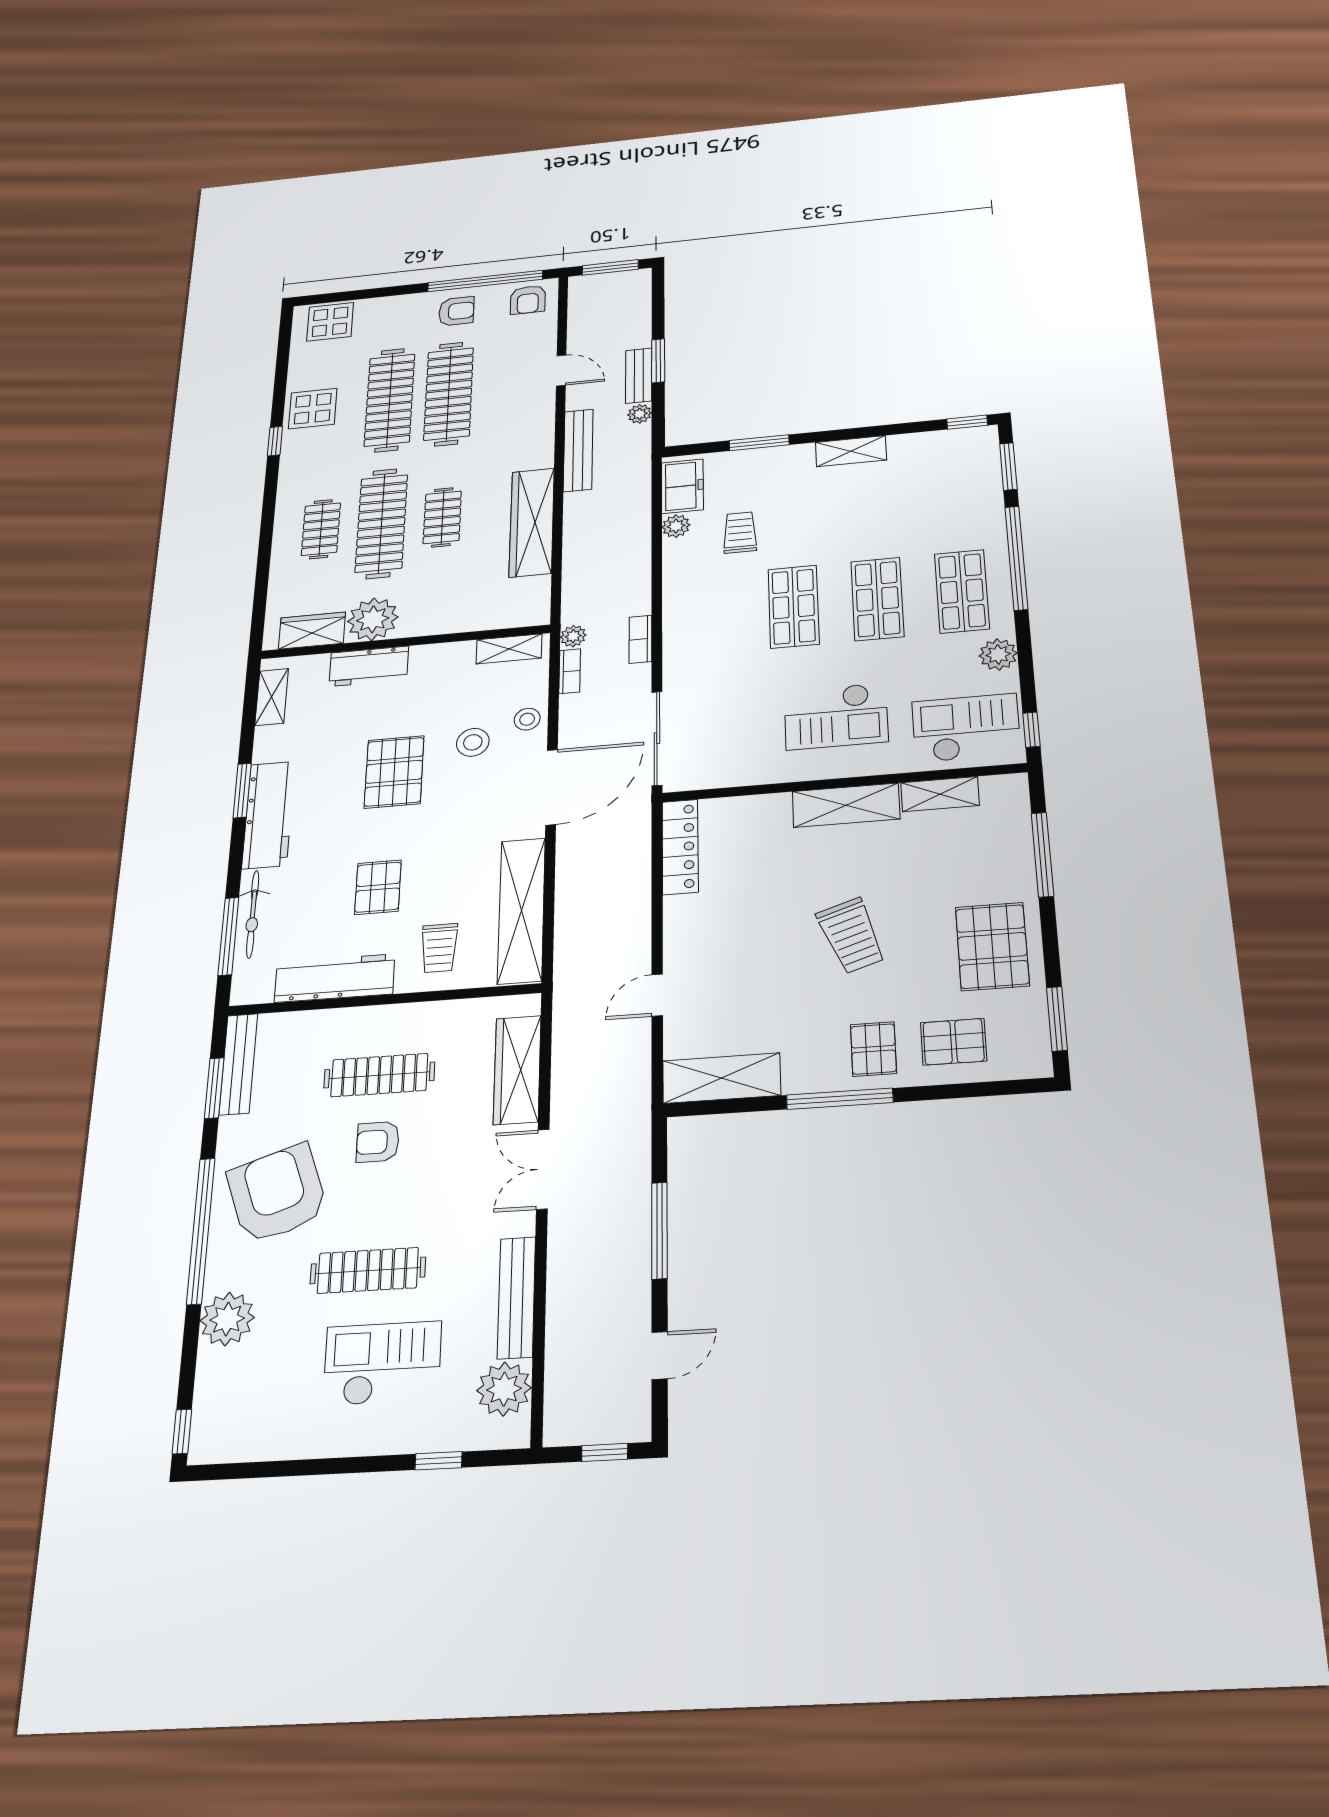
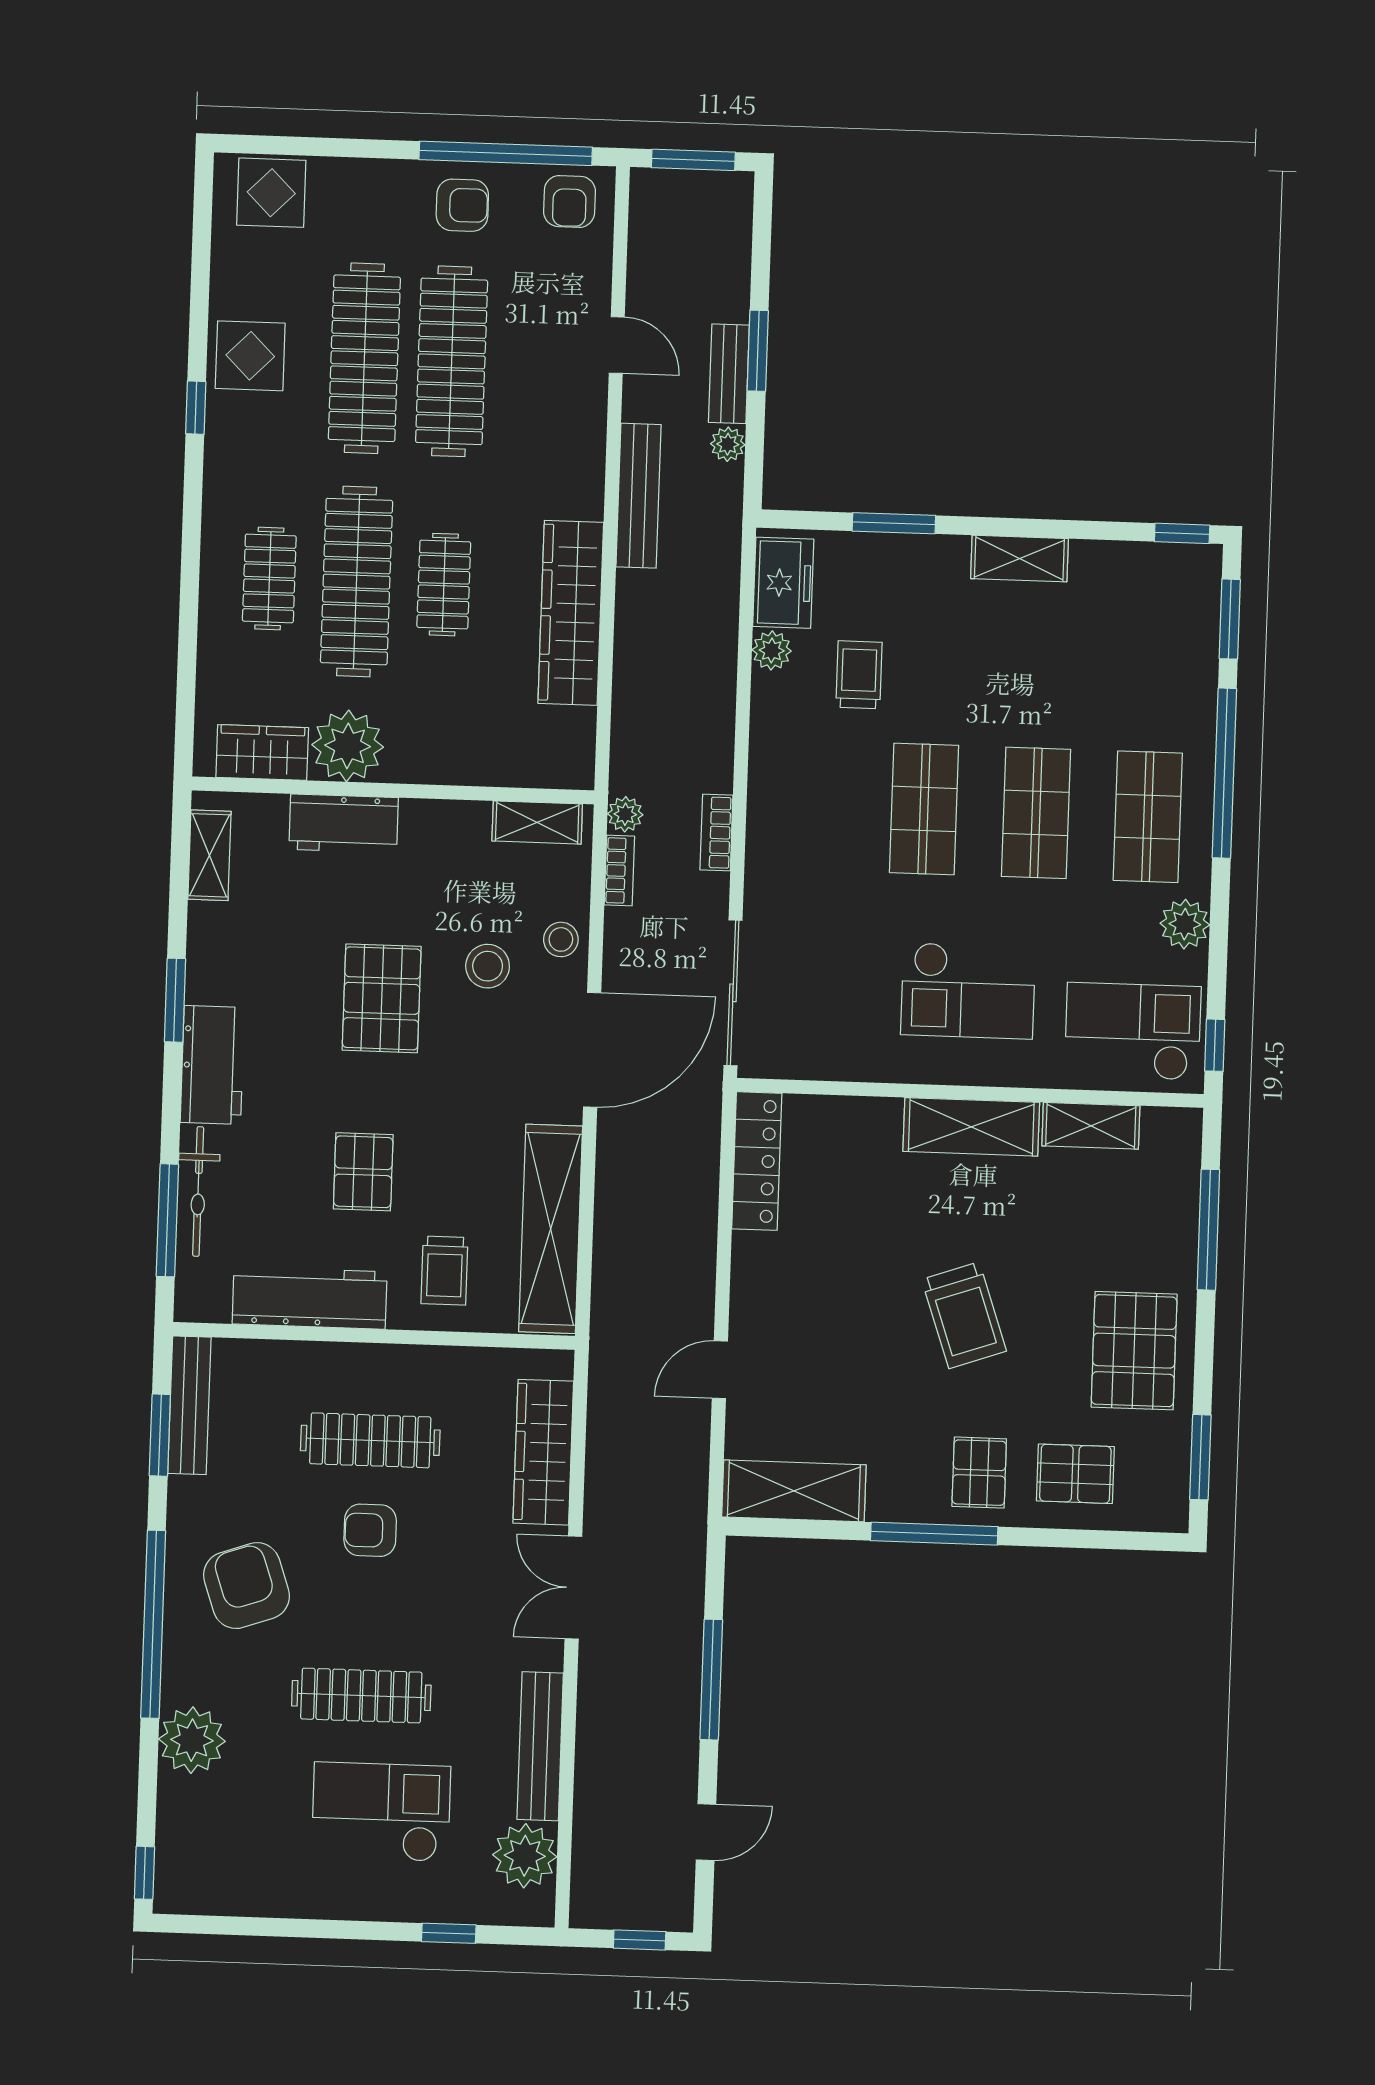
workbench: (269, 815) -> (212, 1065), width x0.73
armchair: (277, 1194) -> (247, 1586), width x0.73, depth x0.73

